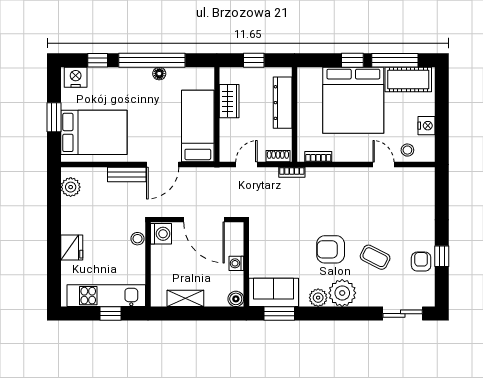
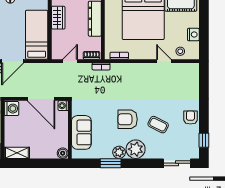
window: (442, 256) -> (204, 140), moved
armchair: (421, 262) -> (190, 118), moved
washing machine: (236, 263) -> (63, 106), moved
sofa: (274, 292) -> (81, 132), moved, turned 90
shelving: (185, 298) -> (17, 153), moved
window: (279, 314) -> (111, 163), moved

